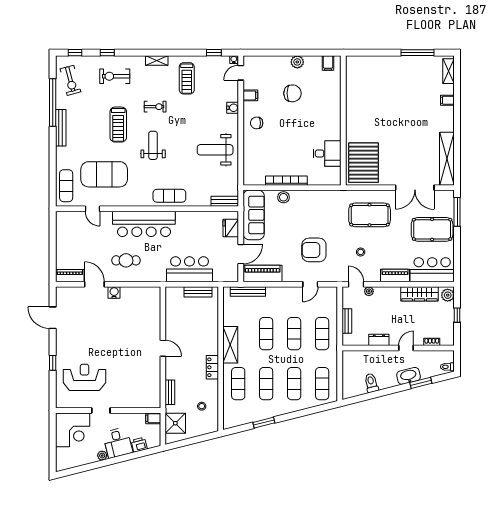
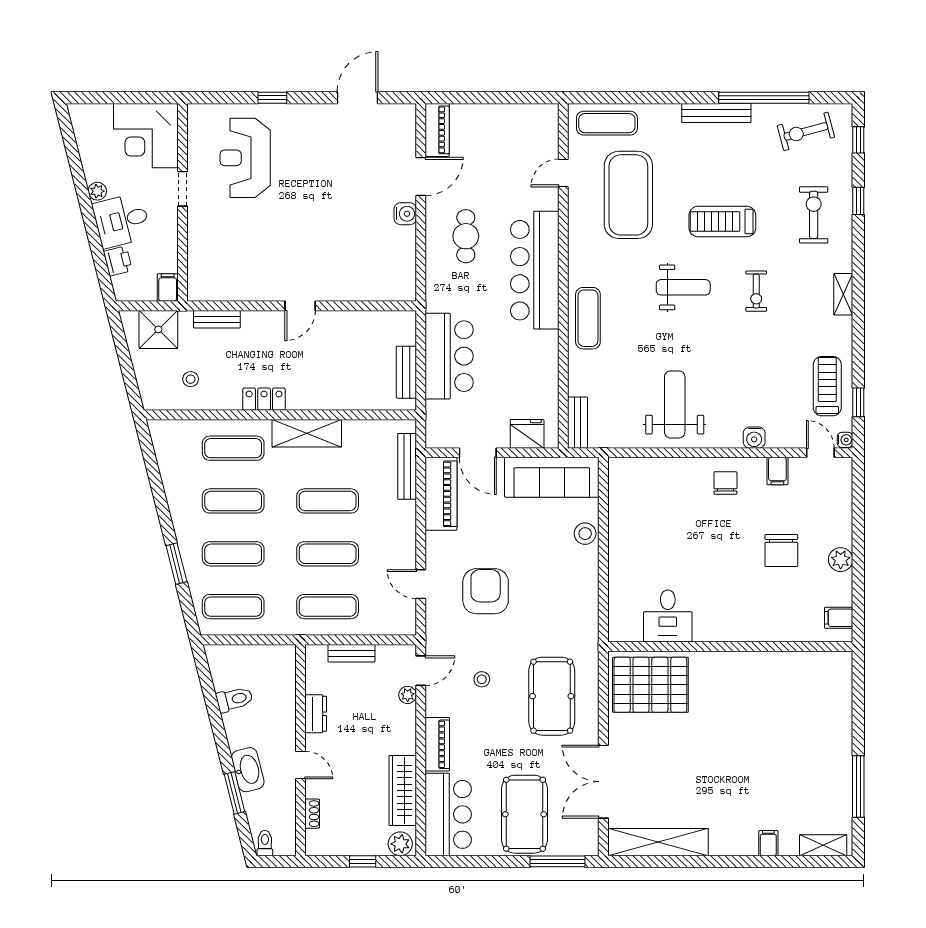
treadmill: (187, 78) -> (827, 386), moved, turned 90
bookcase: (286, 181) -> (617, 539), removed
reception desk: (84, 377) -> (245, 158), turned 180
window: (264, 423) -> (176, 564), moved

